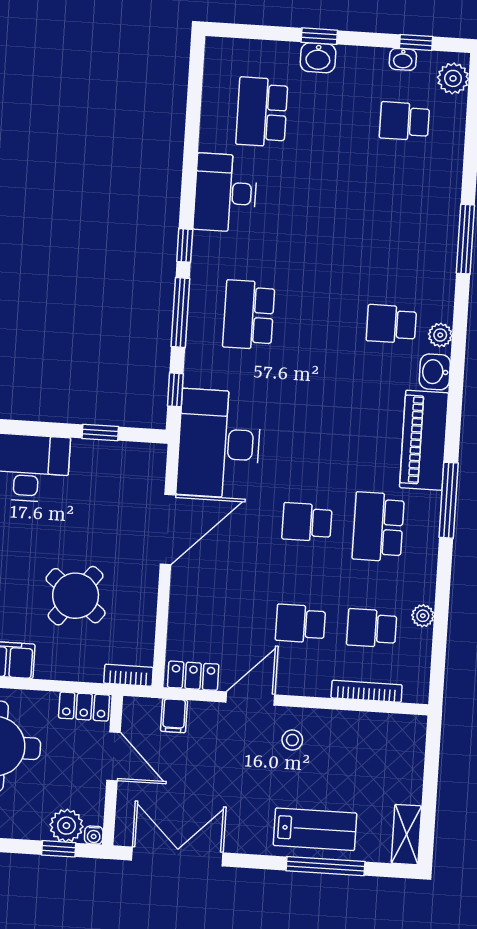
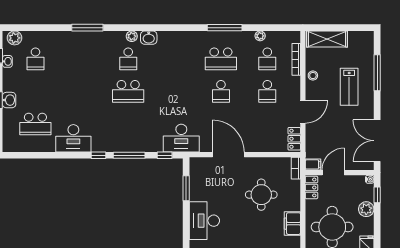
school desk: (249, 315) -> (128, 91), moved
window: (100, 433) -> (186, 188), width x1.50
piano: (424, 440) -> (180, 41), removed
desk: (219, 444) -> (181, 138), width x0.73, depth x0.77
window: (449, 500) -> (225, 28), moved
round table: (76, 596) -> (261, 195), turned -38
door: (250, 698) -> (303, 112), swing flipped
filing cabinet: (174, 716) -> (313, 164), moved
stool: (292, 740) -> (313, 76), moved
plant: (66, 826) -> (366, 209), moved
lab bench: (315, 829) -> (349, 87), moved, turned 180
shelving: (406, 835) -> (327, 39), moved, width x1.50, depth x1.33

